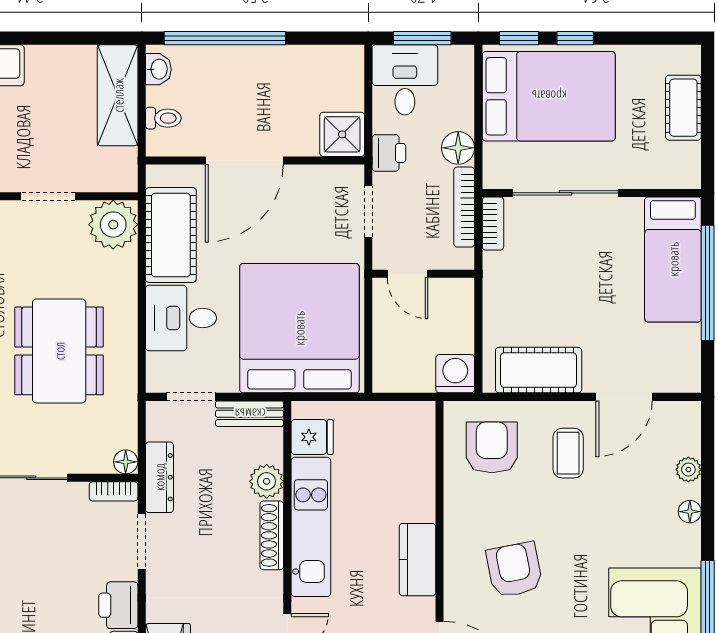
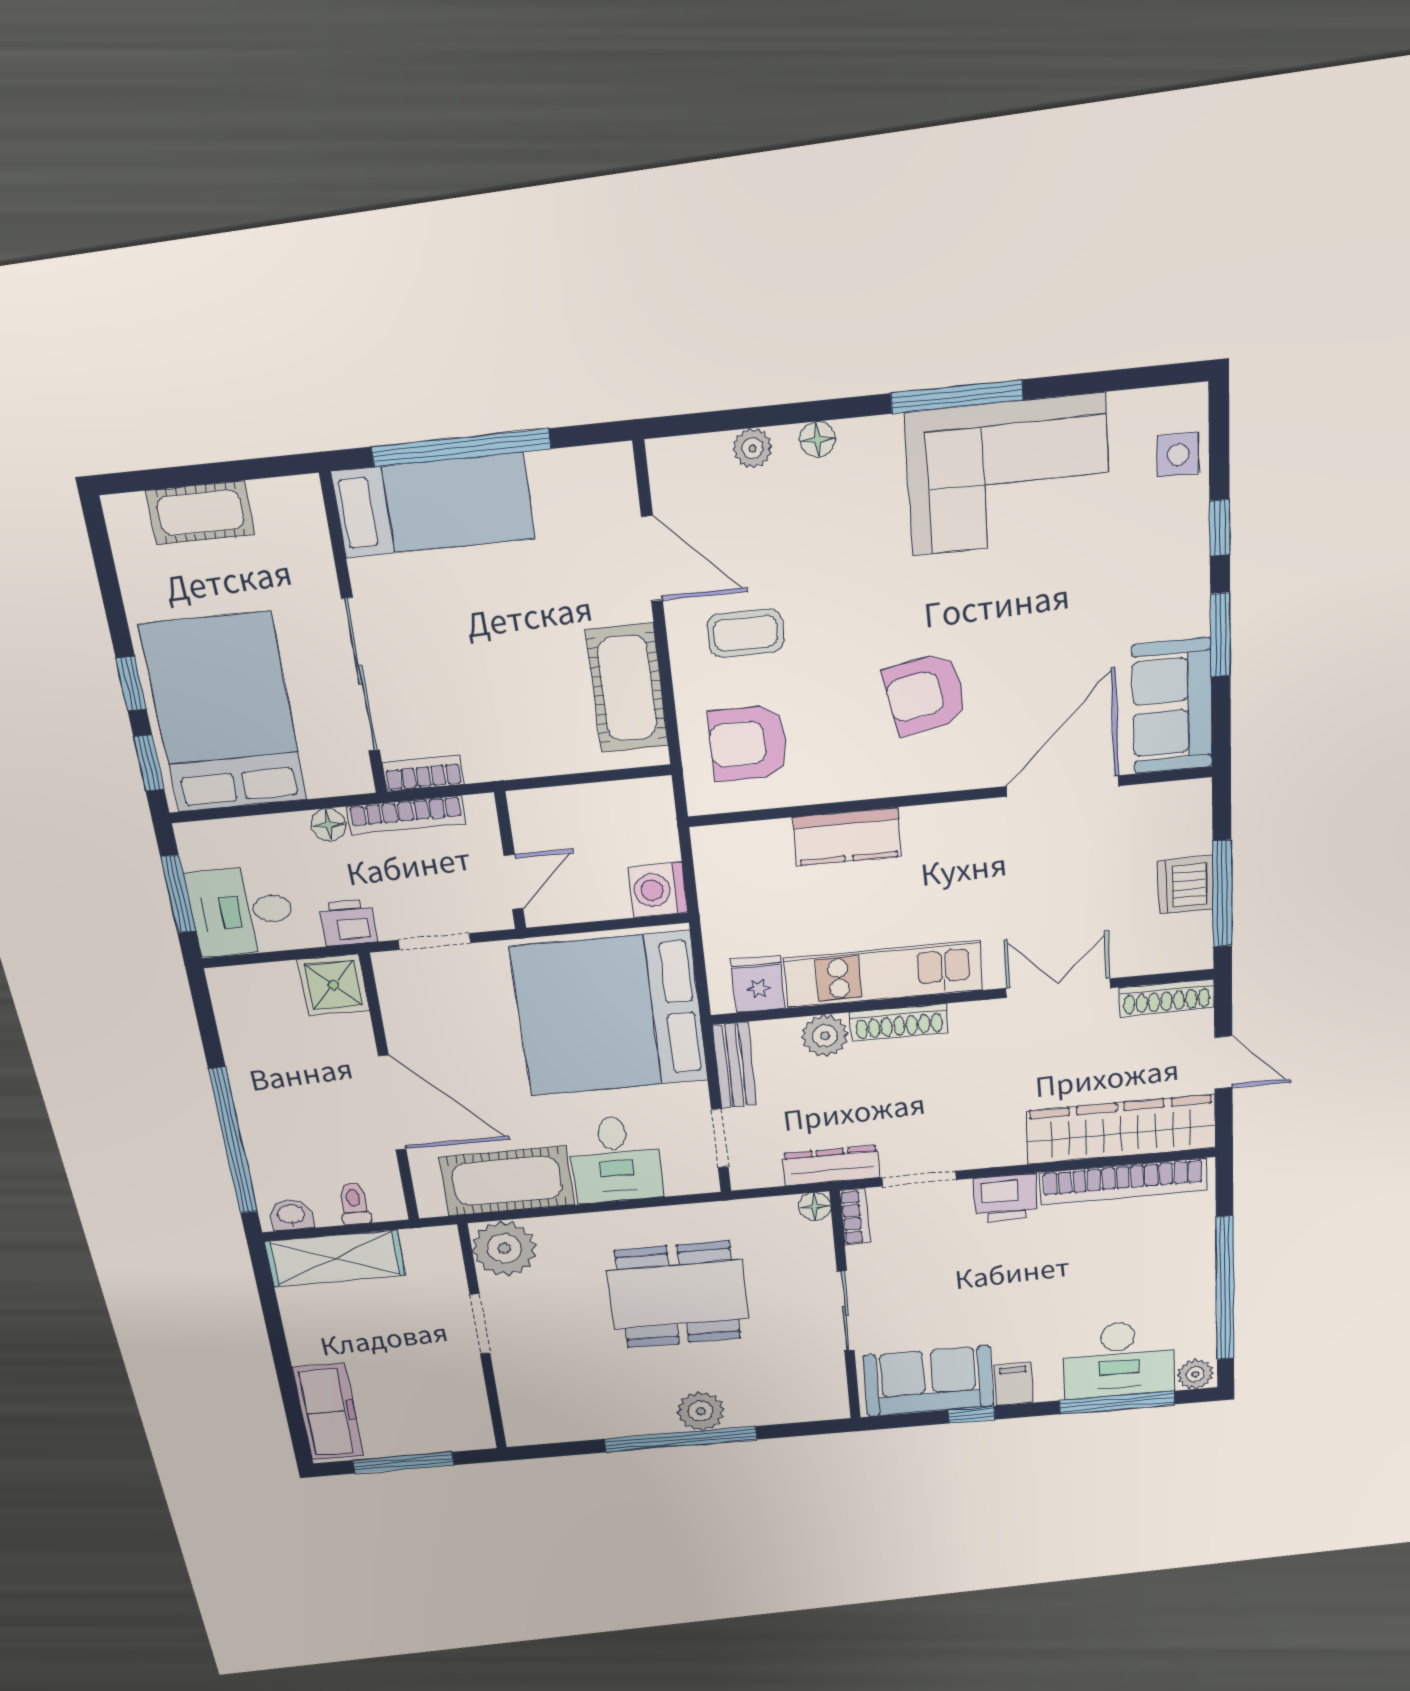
floor lamp: (458, 148) -> (328, 825), width x0.73, depth x0.73
washing machine: (455, 374) -> (658, 890), moved
kitchen counter: (417, 560) -> (847, 837), moved

